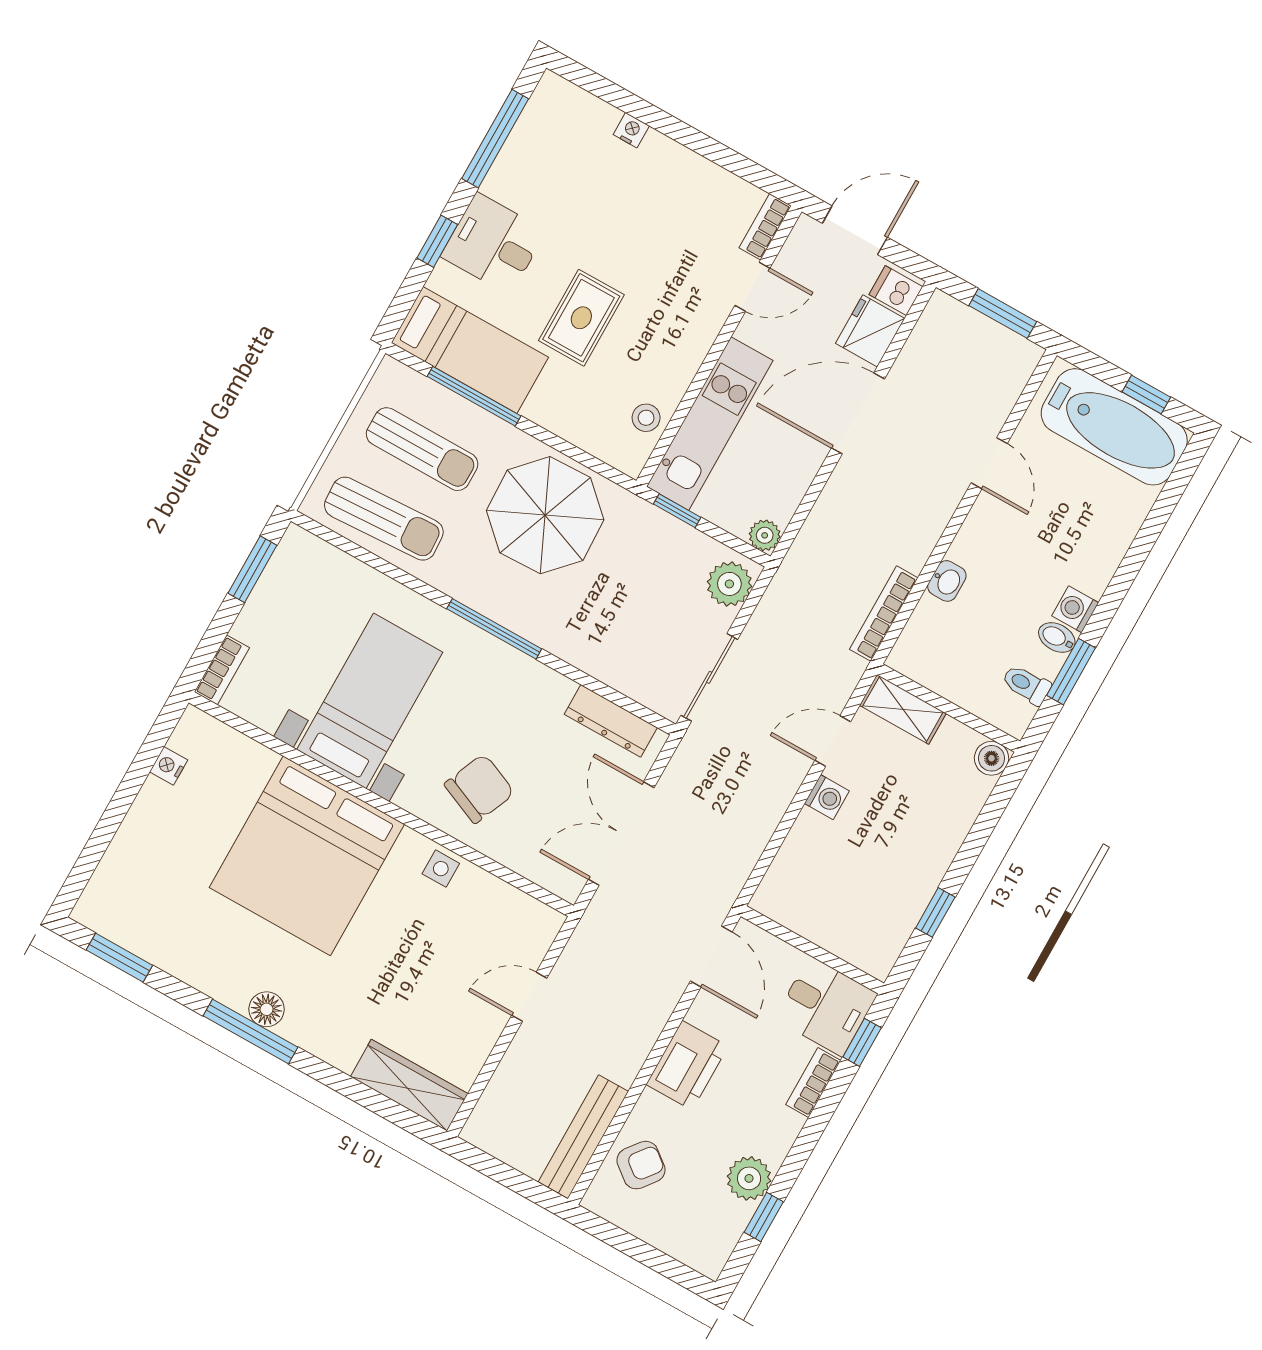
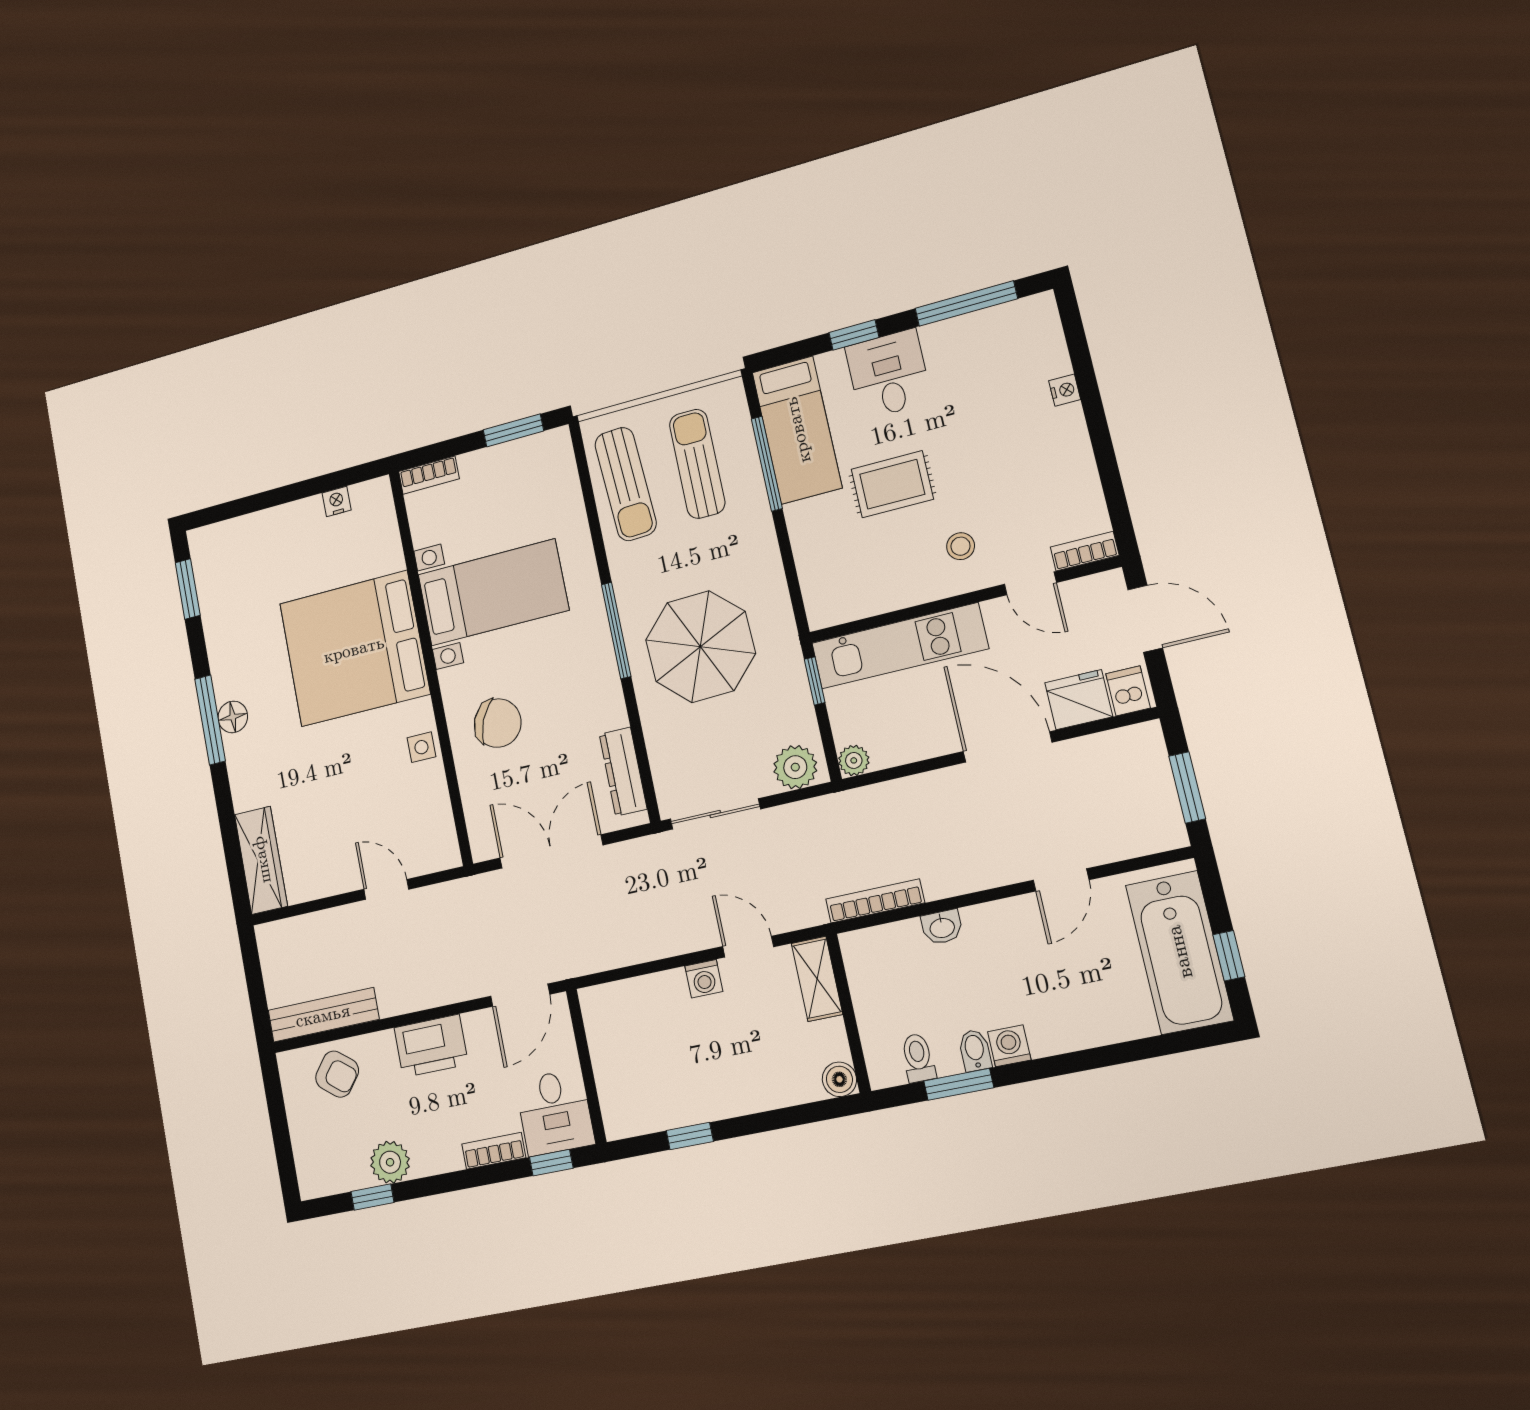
stool: (646, 418) -> (961, 546), moved
sun lounger: (422, 449) -> (697, 464), turned 180
parasol: (545, 515) -> (700, 647), moved

